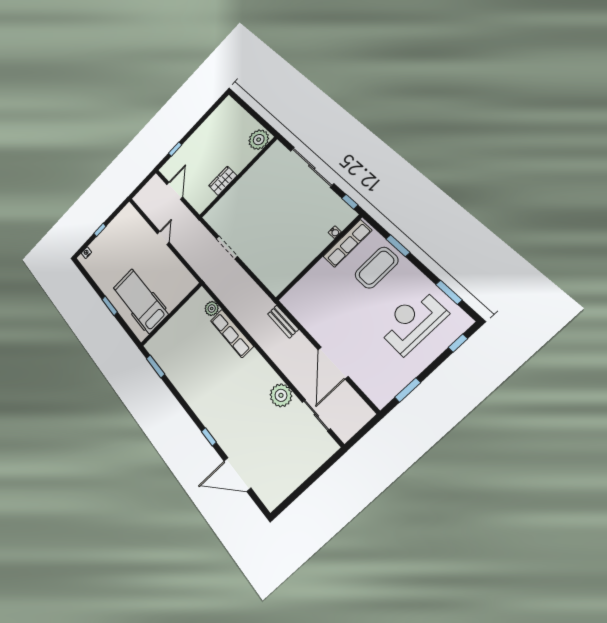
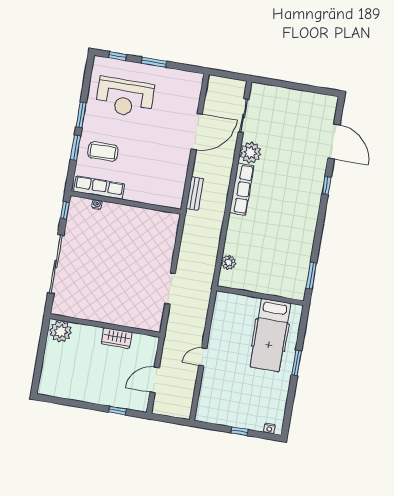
coffee table: (376, 268) -> (103, 152), width x0.73, depth x0.76
window: (449, 292) -> (81, 115), moved
row of seats: (232, 333) -> (242, 189), moved
window: (408, 390) -> (154, 62), moved

